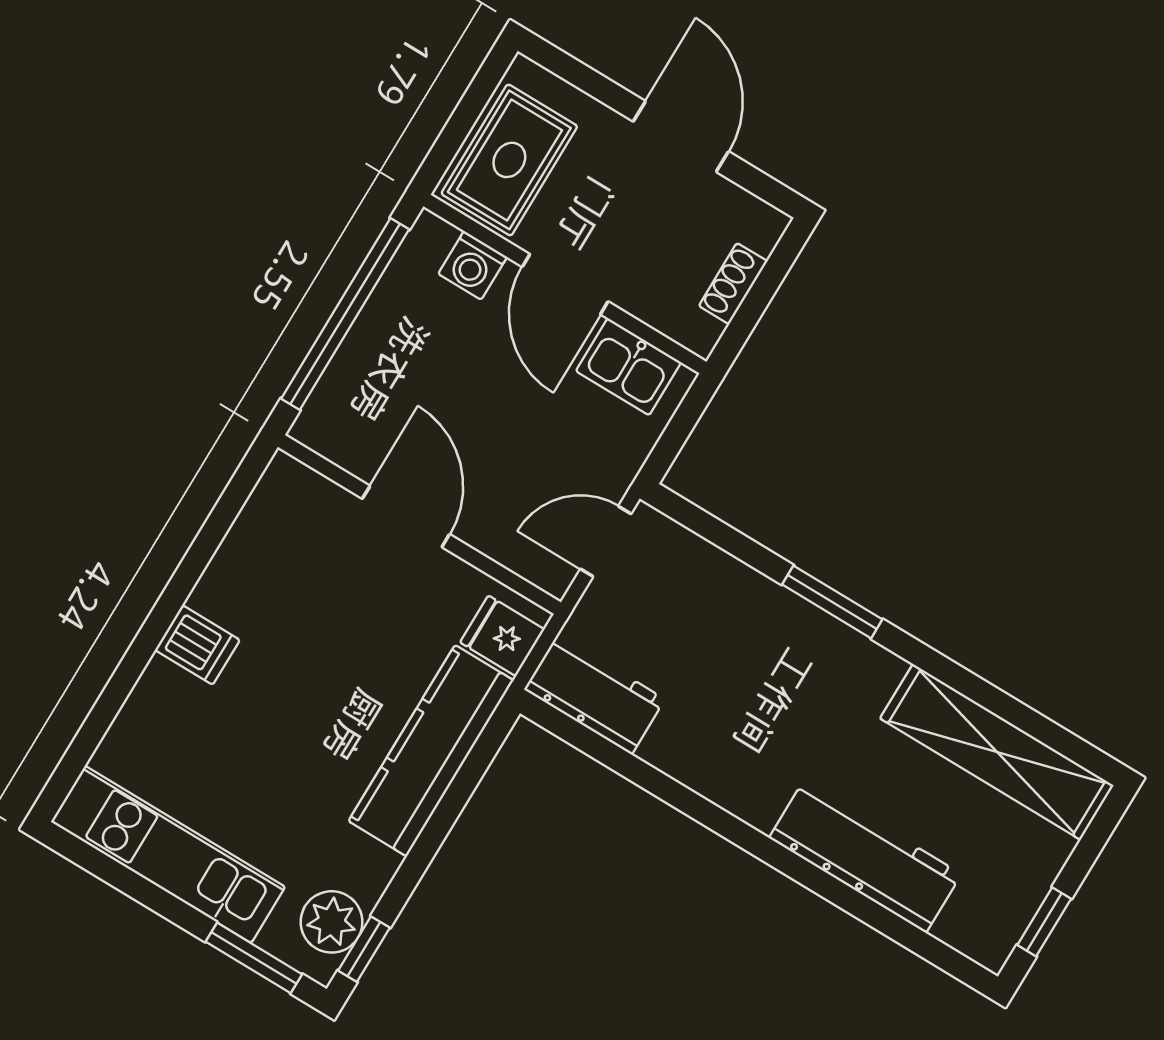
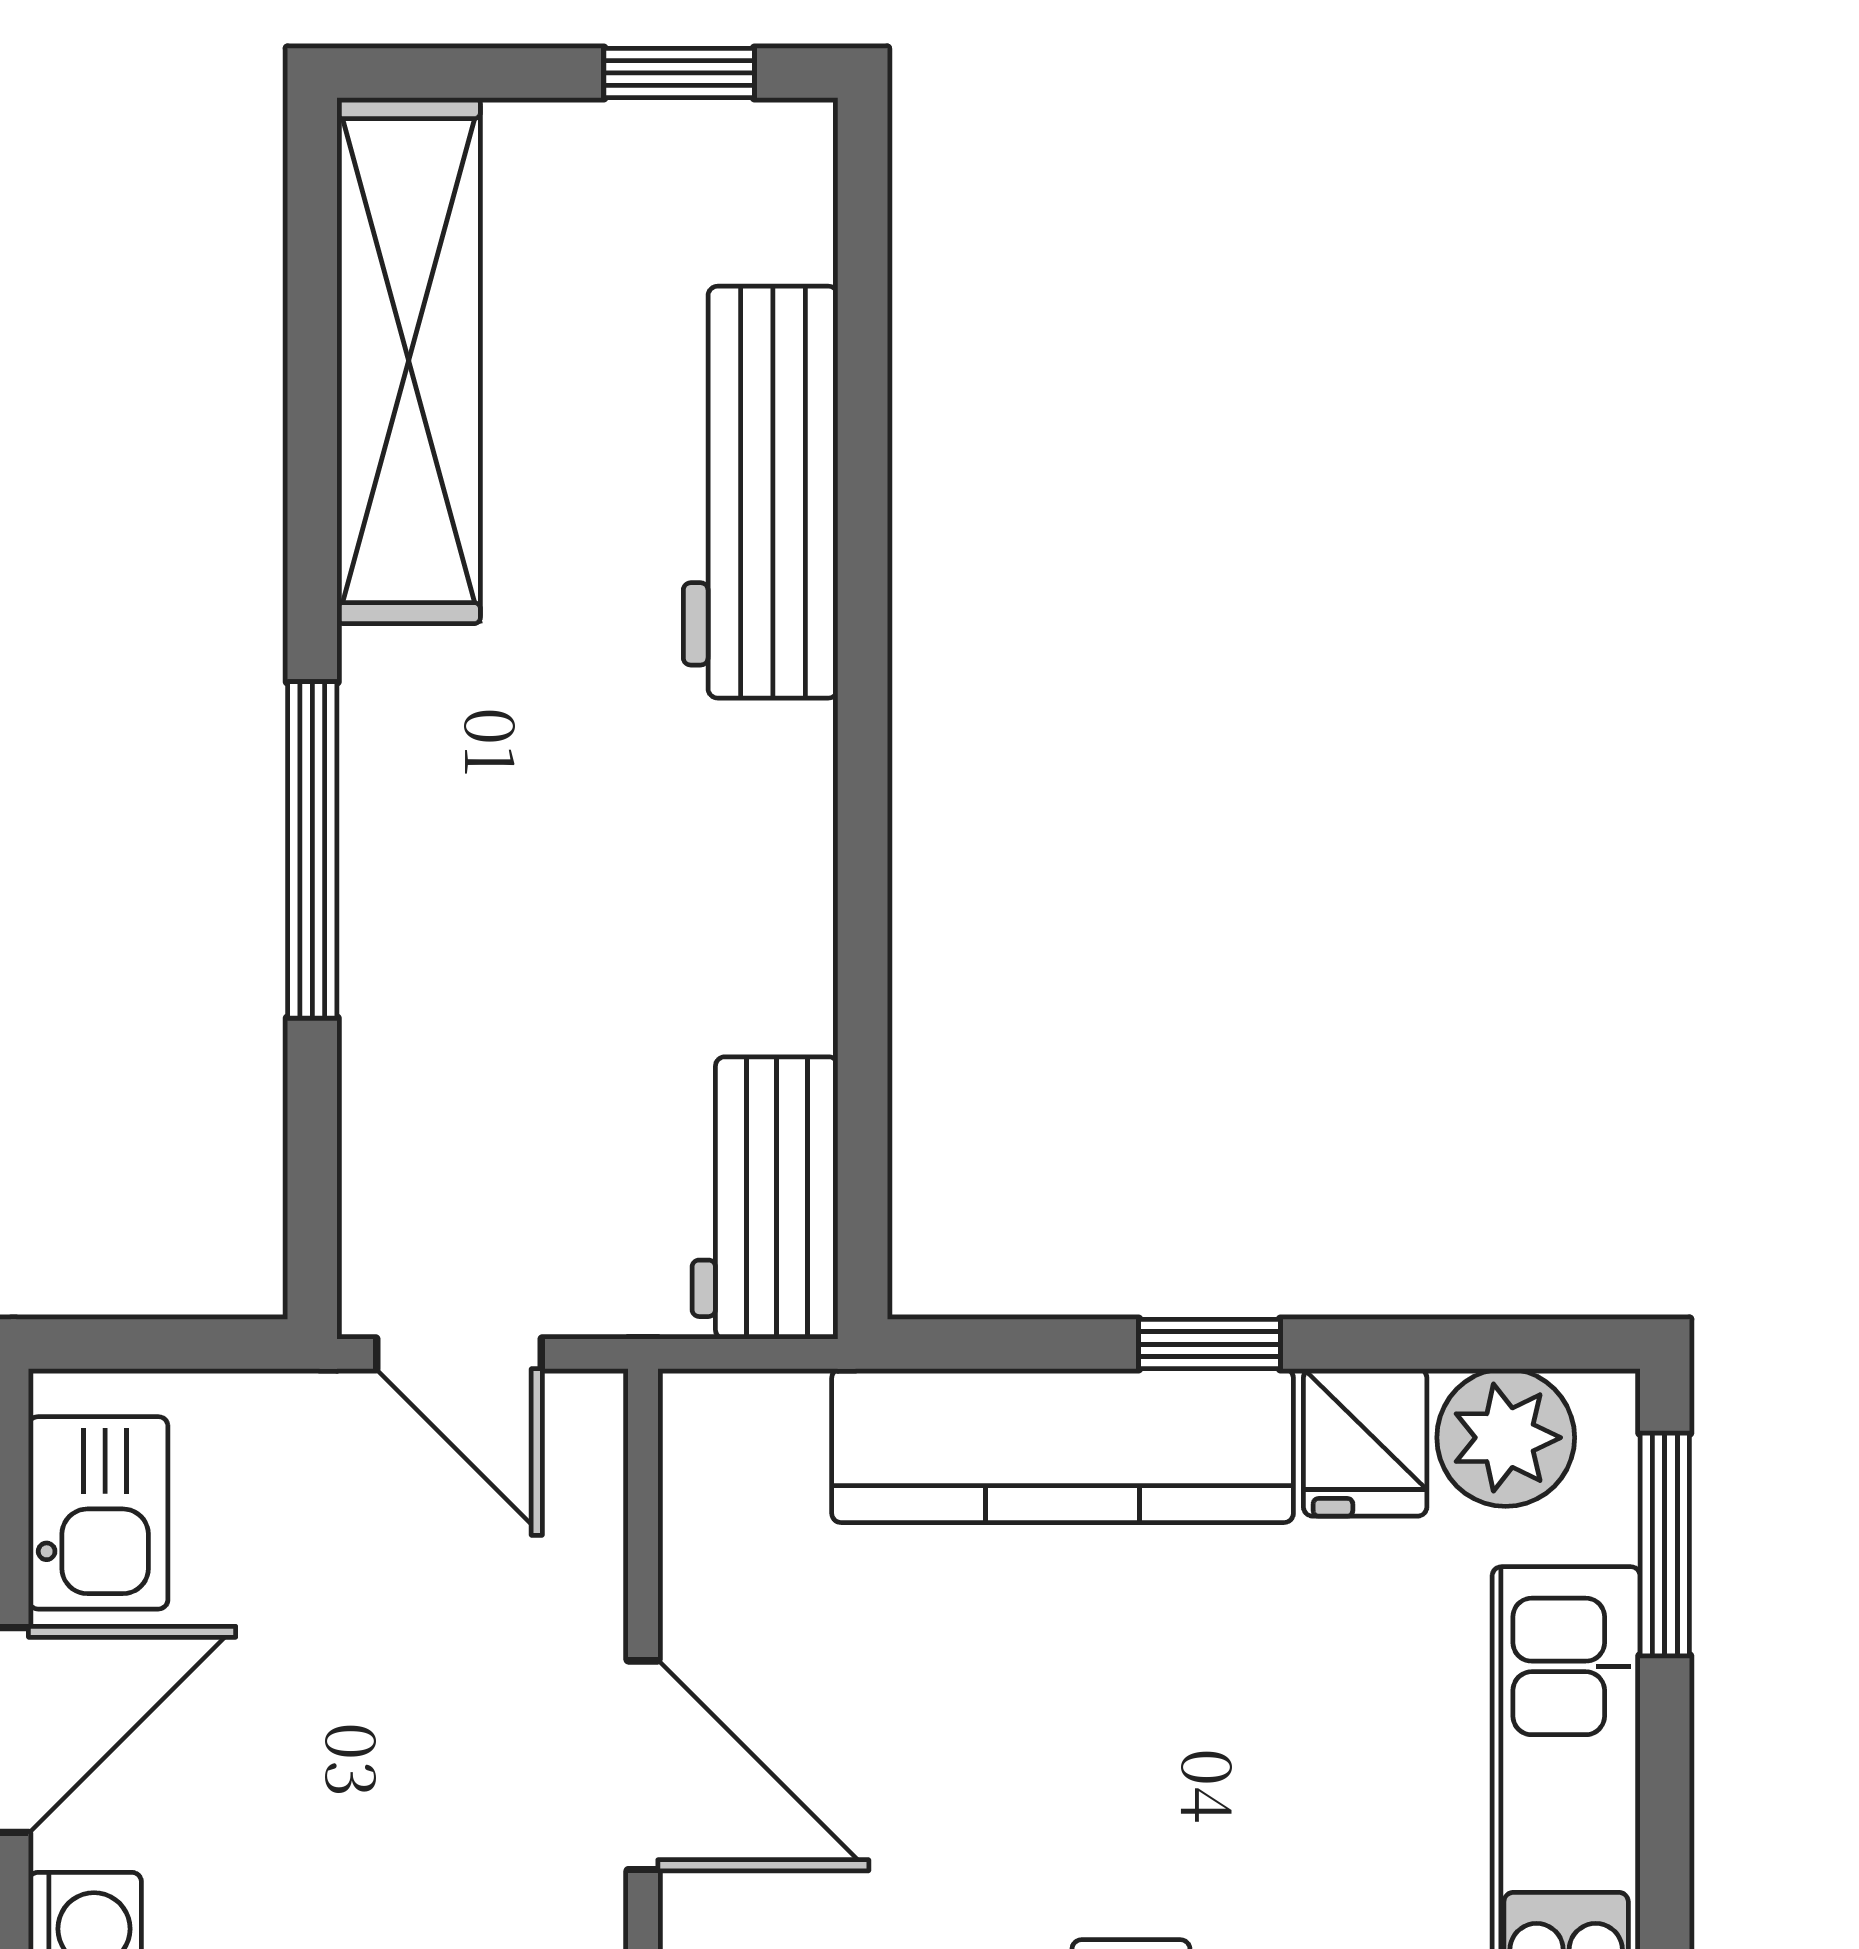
door: (406, 516) -> (643, 1765), swing flipped
window: (832, 602) -> (312, 850), width x1.44
fridge: (502, 636) -> (1365, 1442), moved
window: (364, 949) -> (1209, 1344), moved

